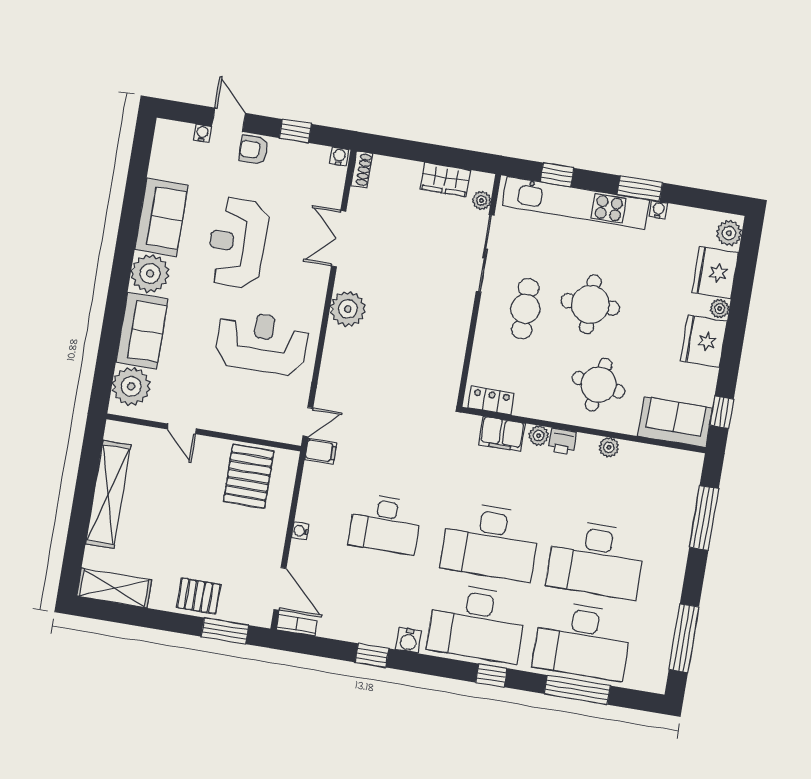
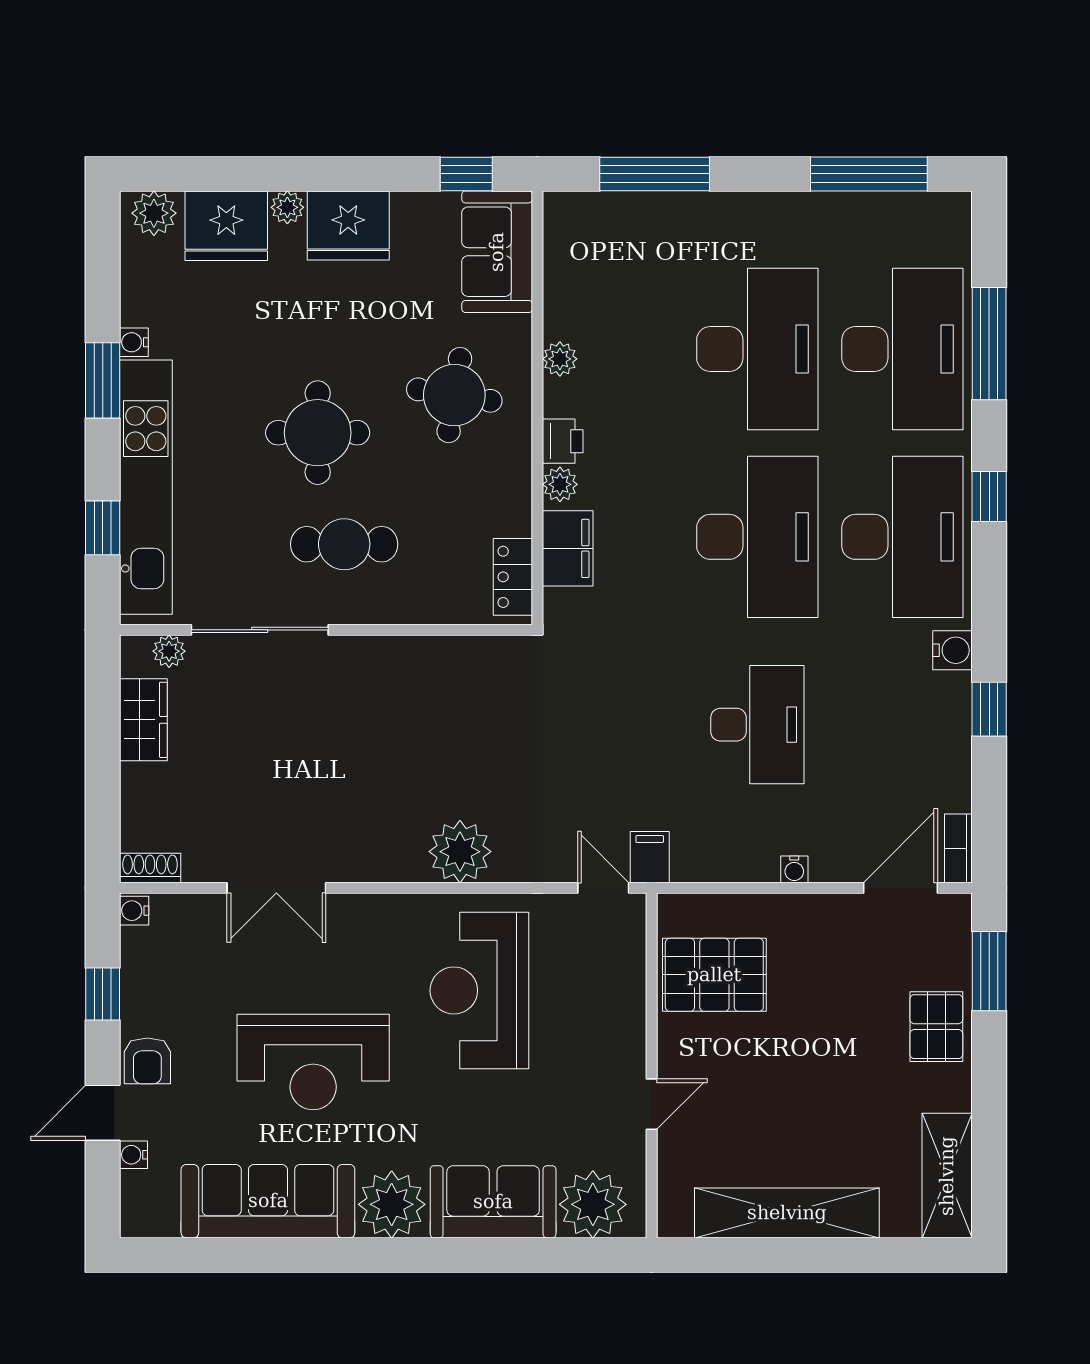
sofa: (161, 217) -> (268, 1201), width x1.36
plant: (348, 309) -> (460, 852), moved

